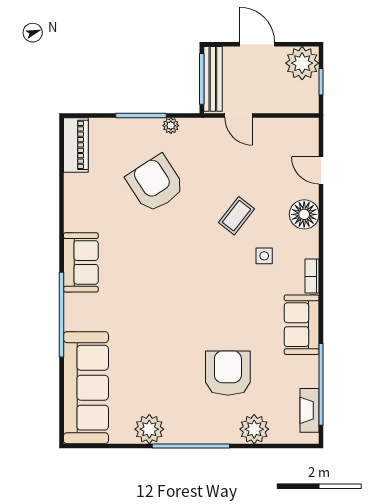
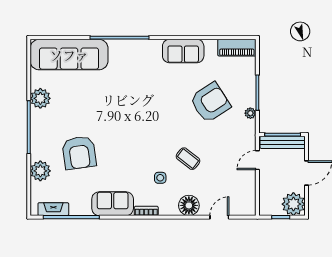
sofa: (81, 262) -> (183, 51), moved
armchair: (228, 373) -> (79, 153), turned 82

